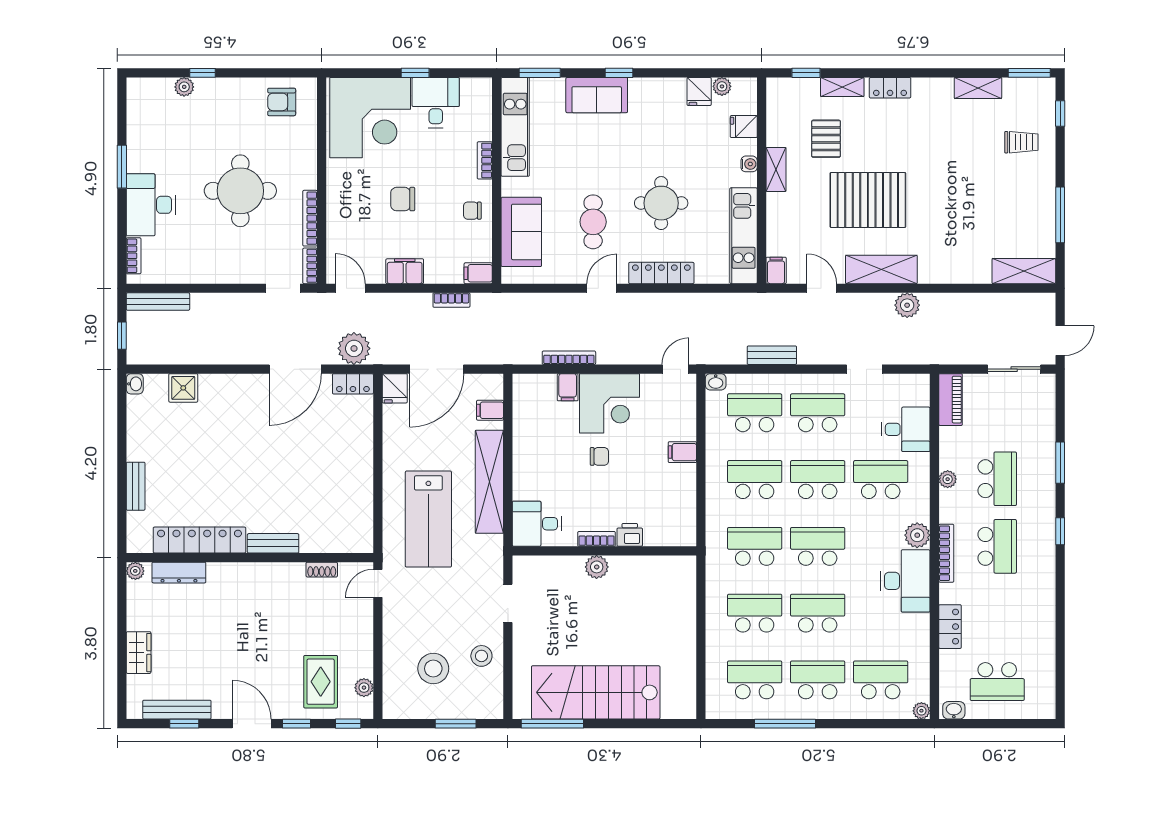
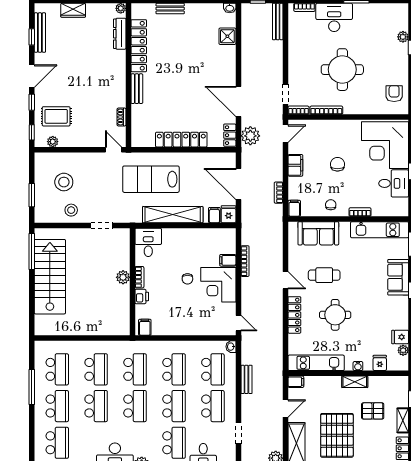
fridge: (395, 388) -> (229, 214), moved, turned 90
filing cabinet: (682, 452) -> (145, 327), moved
locker: (361, 467) -> (181, 140), added

